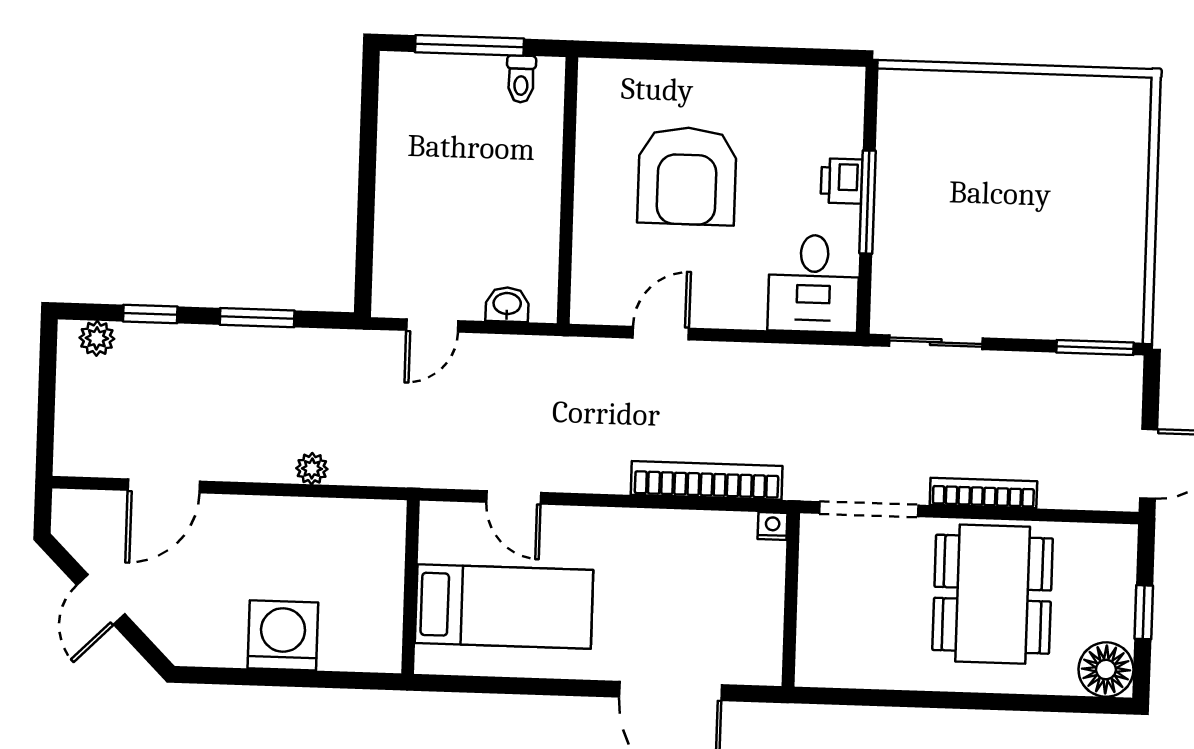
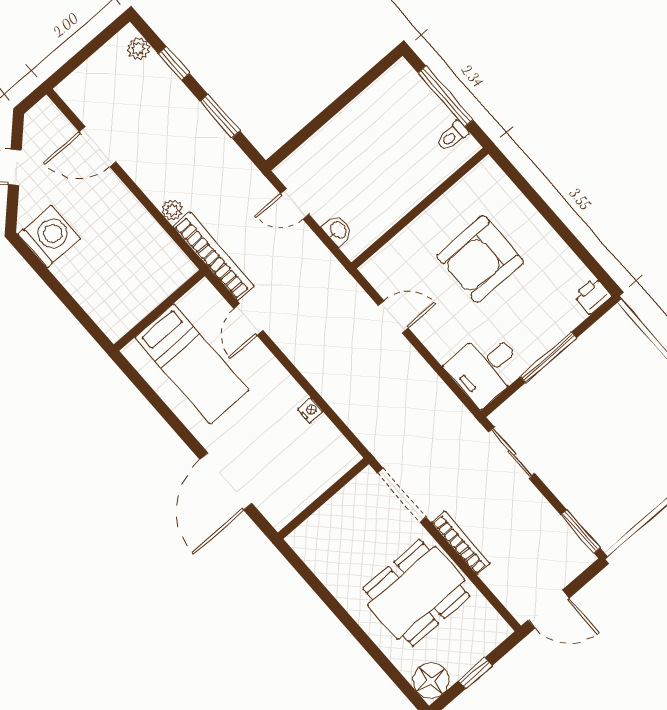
printer: (842, 181) -> (593, 296), moved
bookcase: (707, 480) -> (213, 256), moved
nightstand: (773, 526) -> (310, 410), moved
washing machine: (283, 635) -> (49, 236), moved

